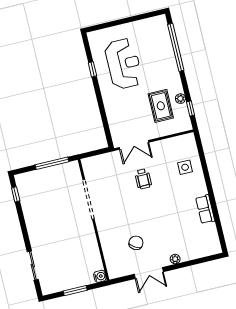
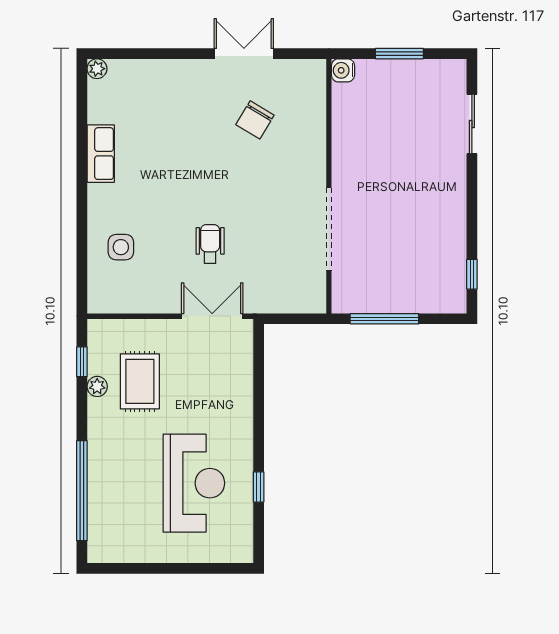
reception desk: (124, 64) -> (194, 483), turned 180
plant: (175, 259) -> (97, 69), moved

